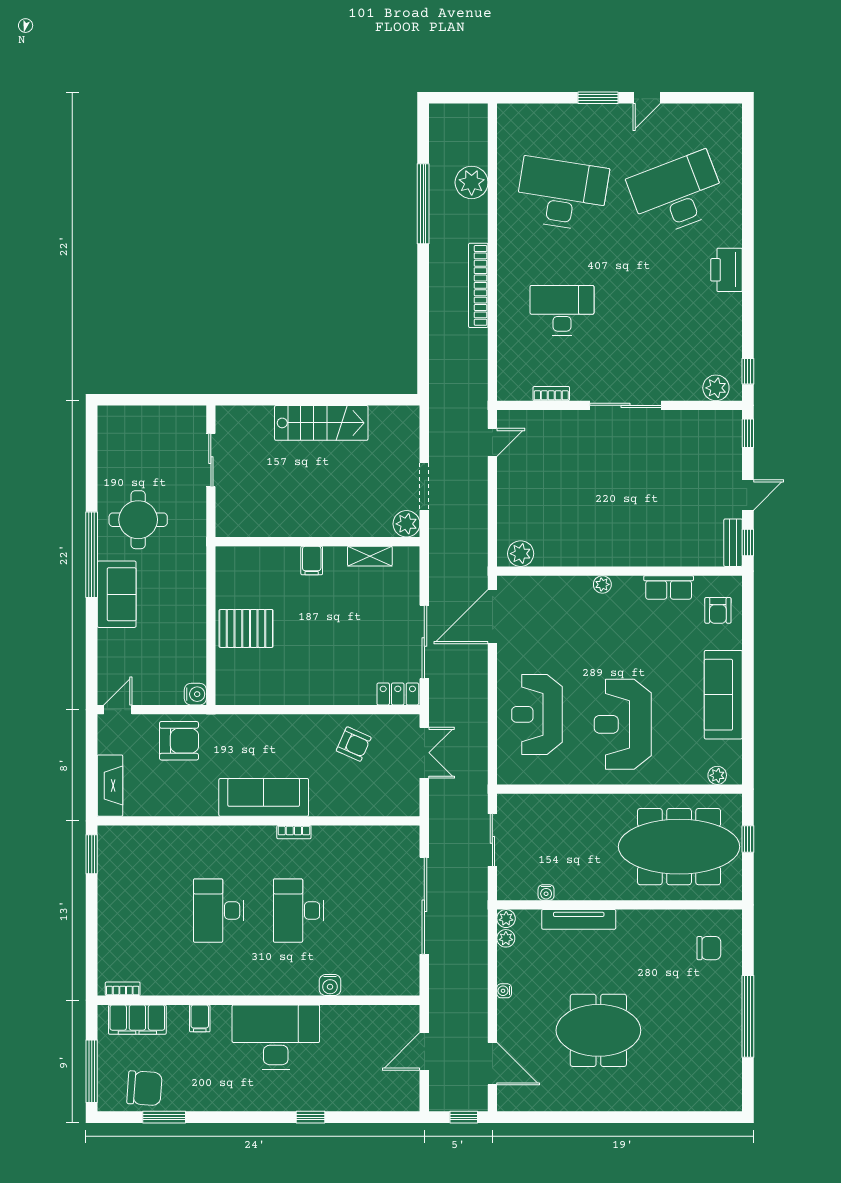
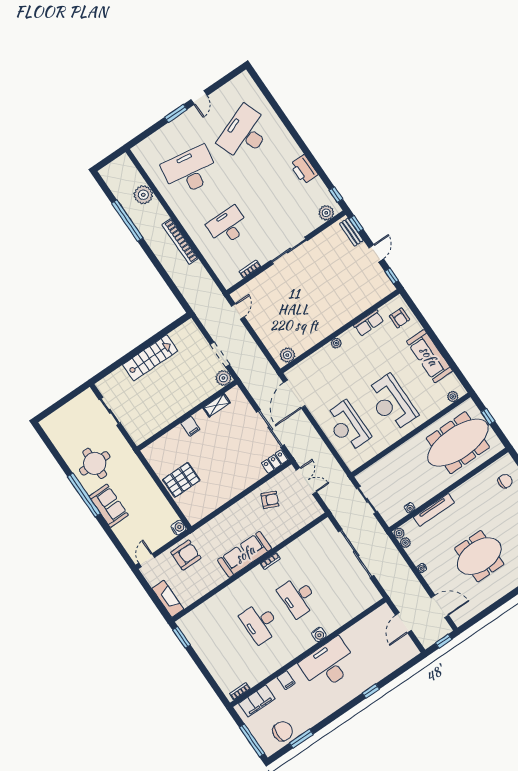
printer: (726, 270) -> (304, 169), moved
bench: (733, 543) -> (351, 232), moved
water cooler: (330, 985) -> (319, 634), moved

